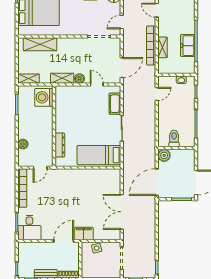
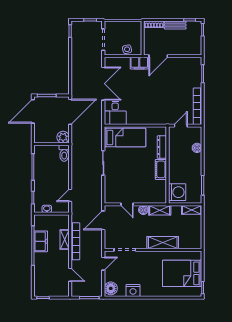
shelving: (40, 44) -> (163, 243), moved
cot: (115, 104) -> (161, 169), moved
toilet: (174, 138) -> (64, 153), moved
desk: (29, 227) -> (115, 113), moved, turned 180

